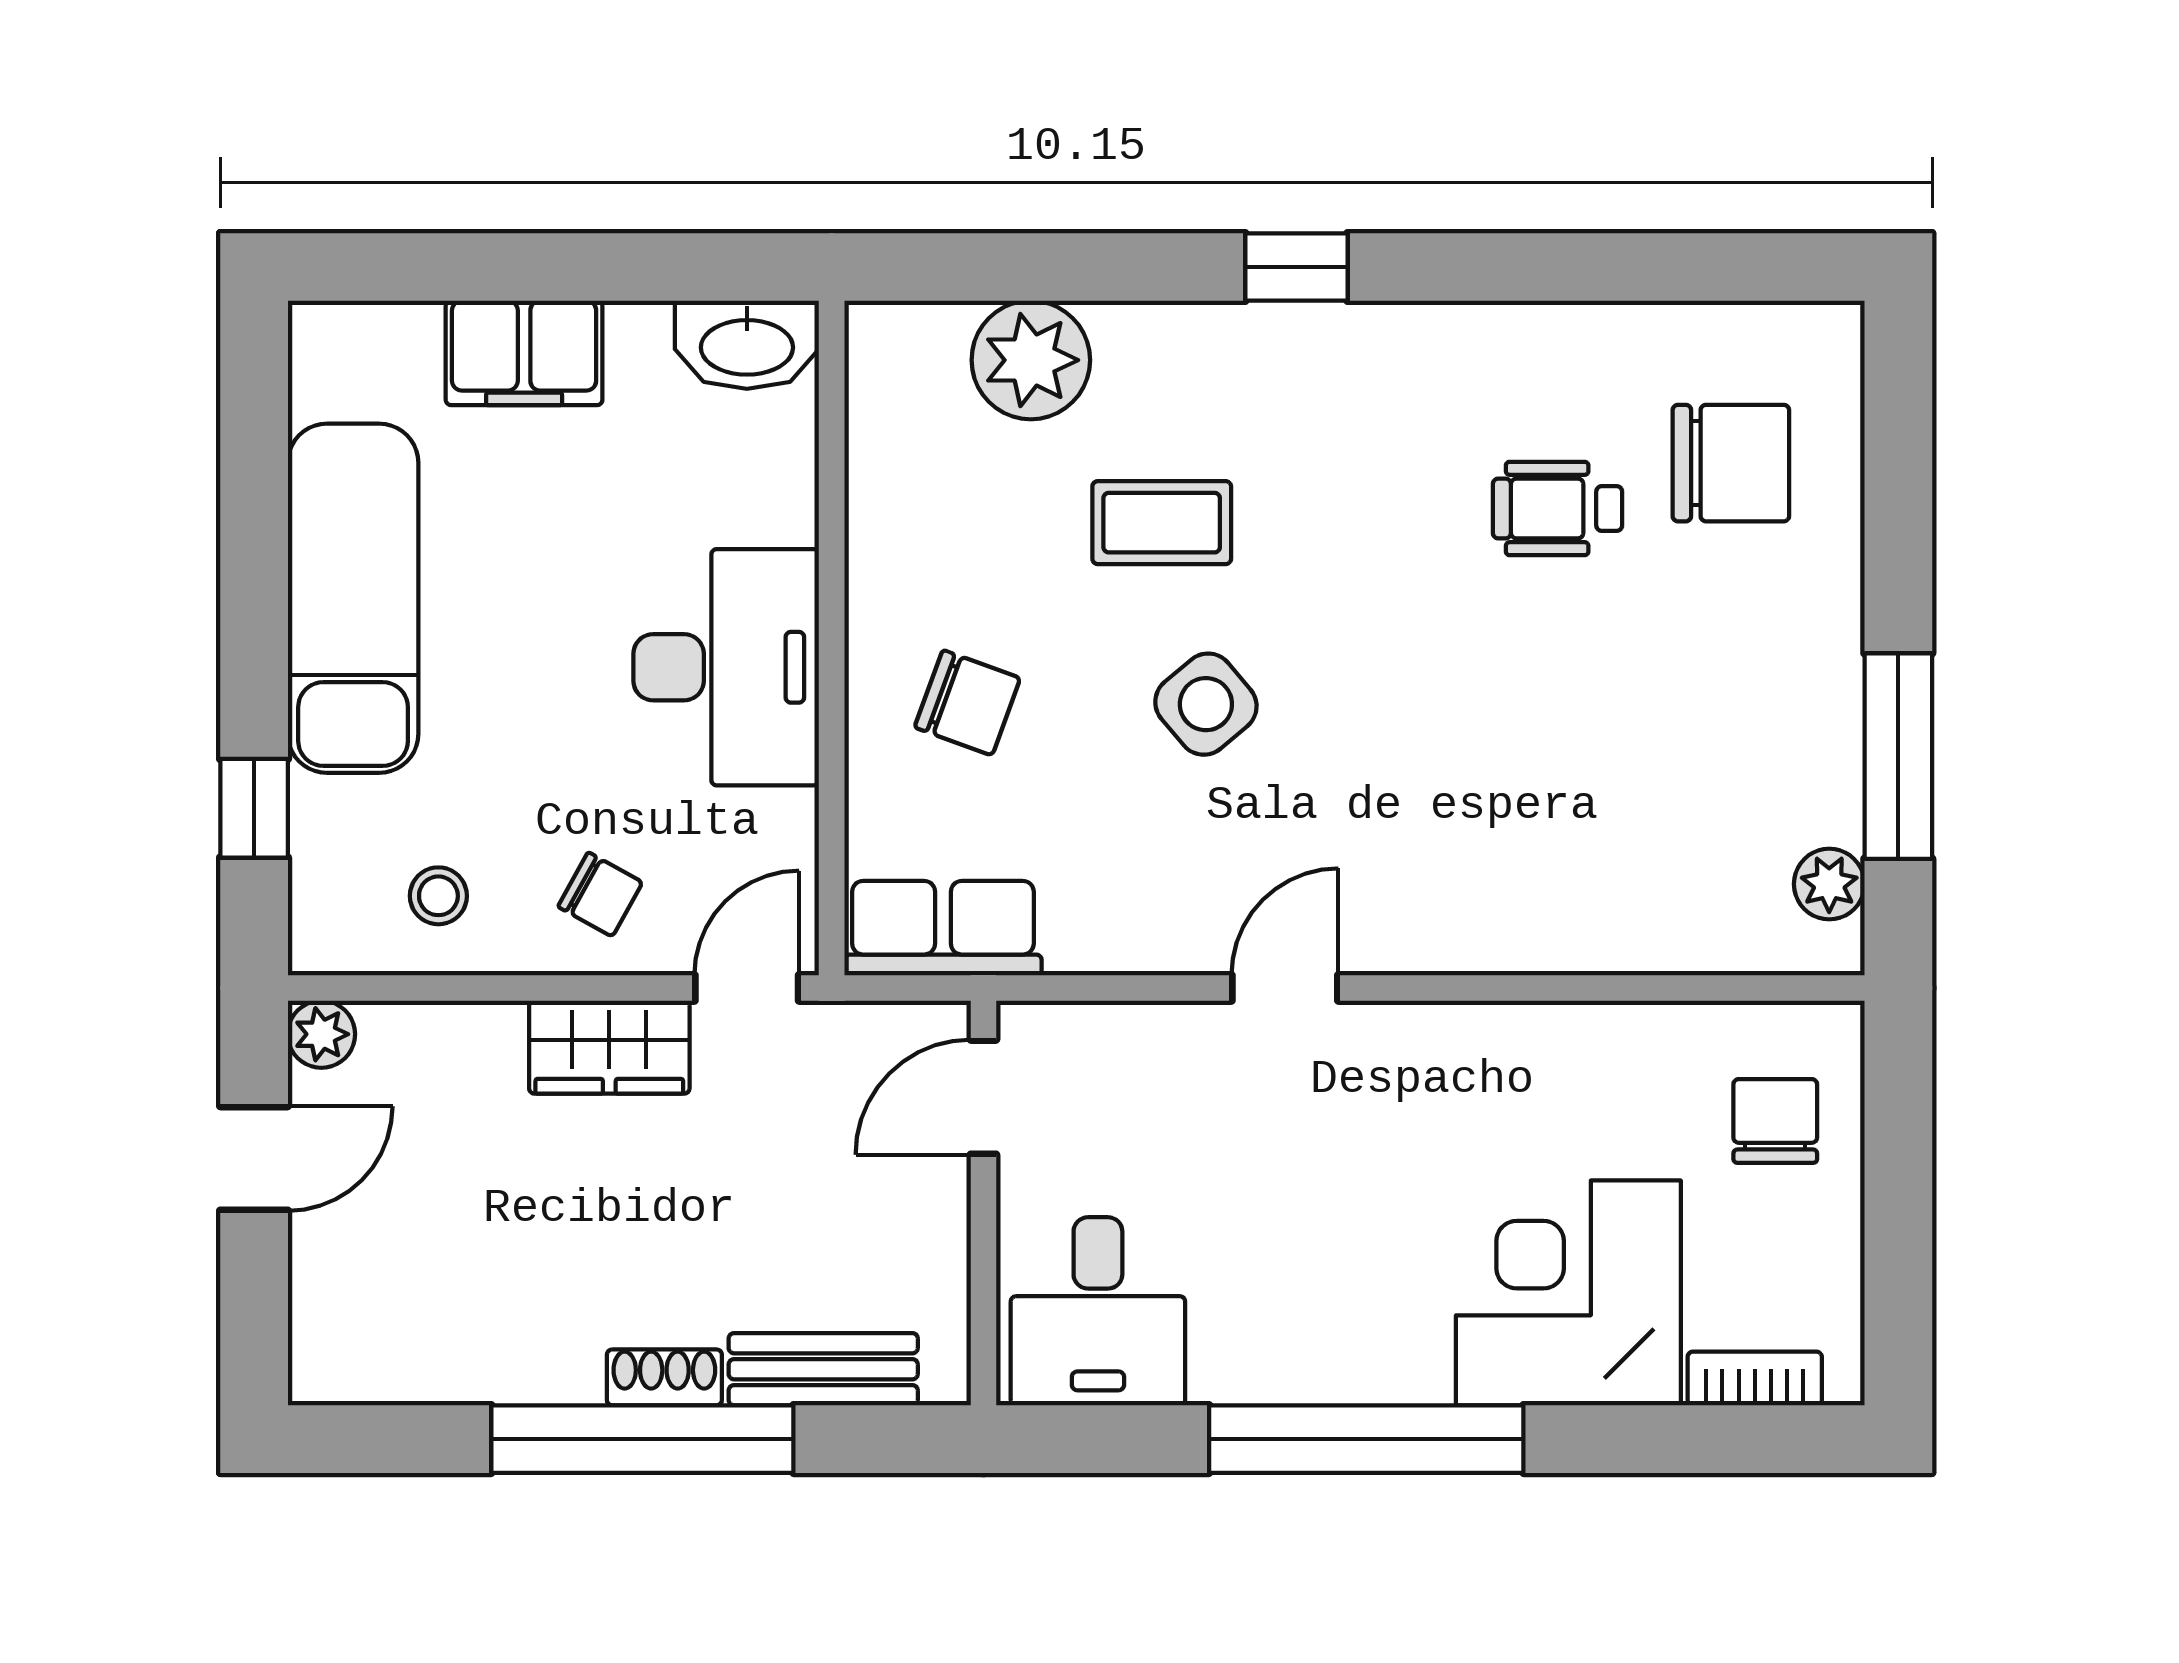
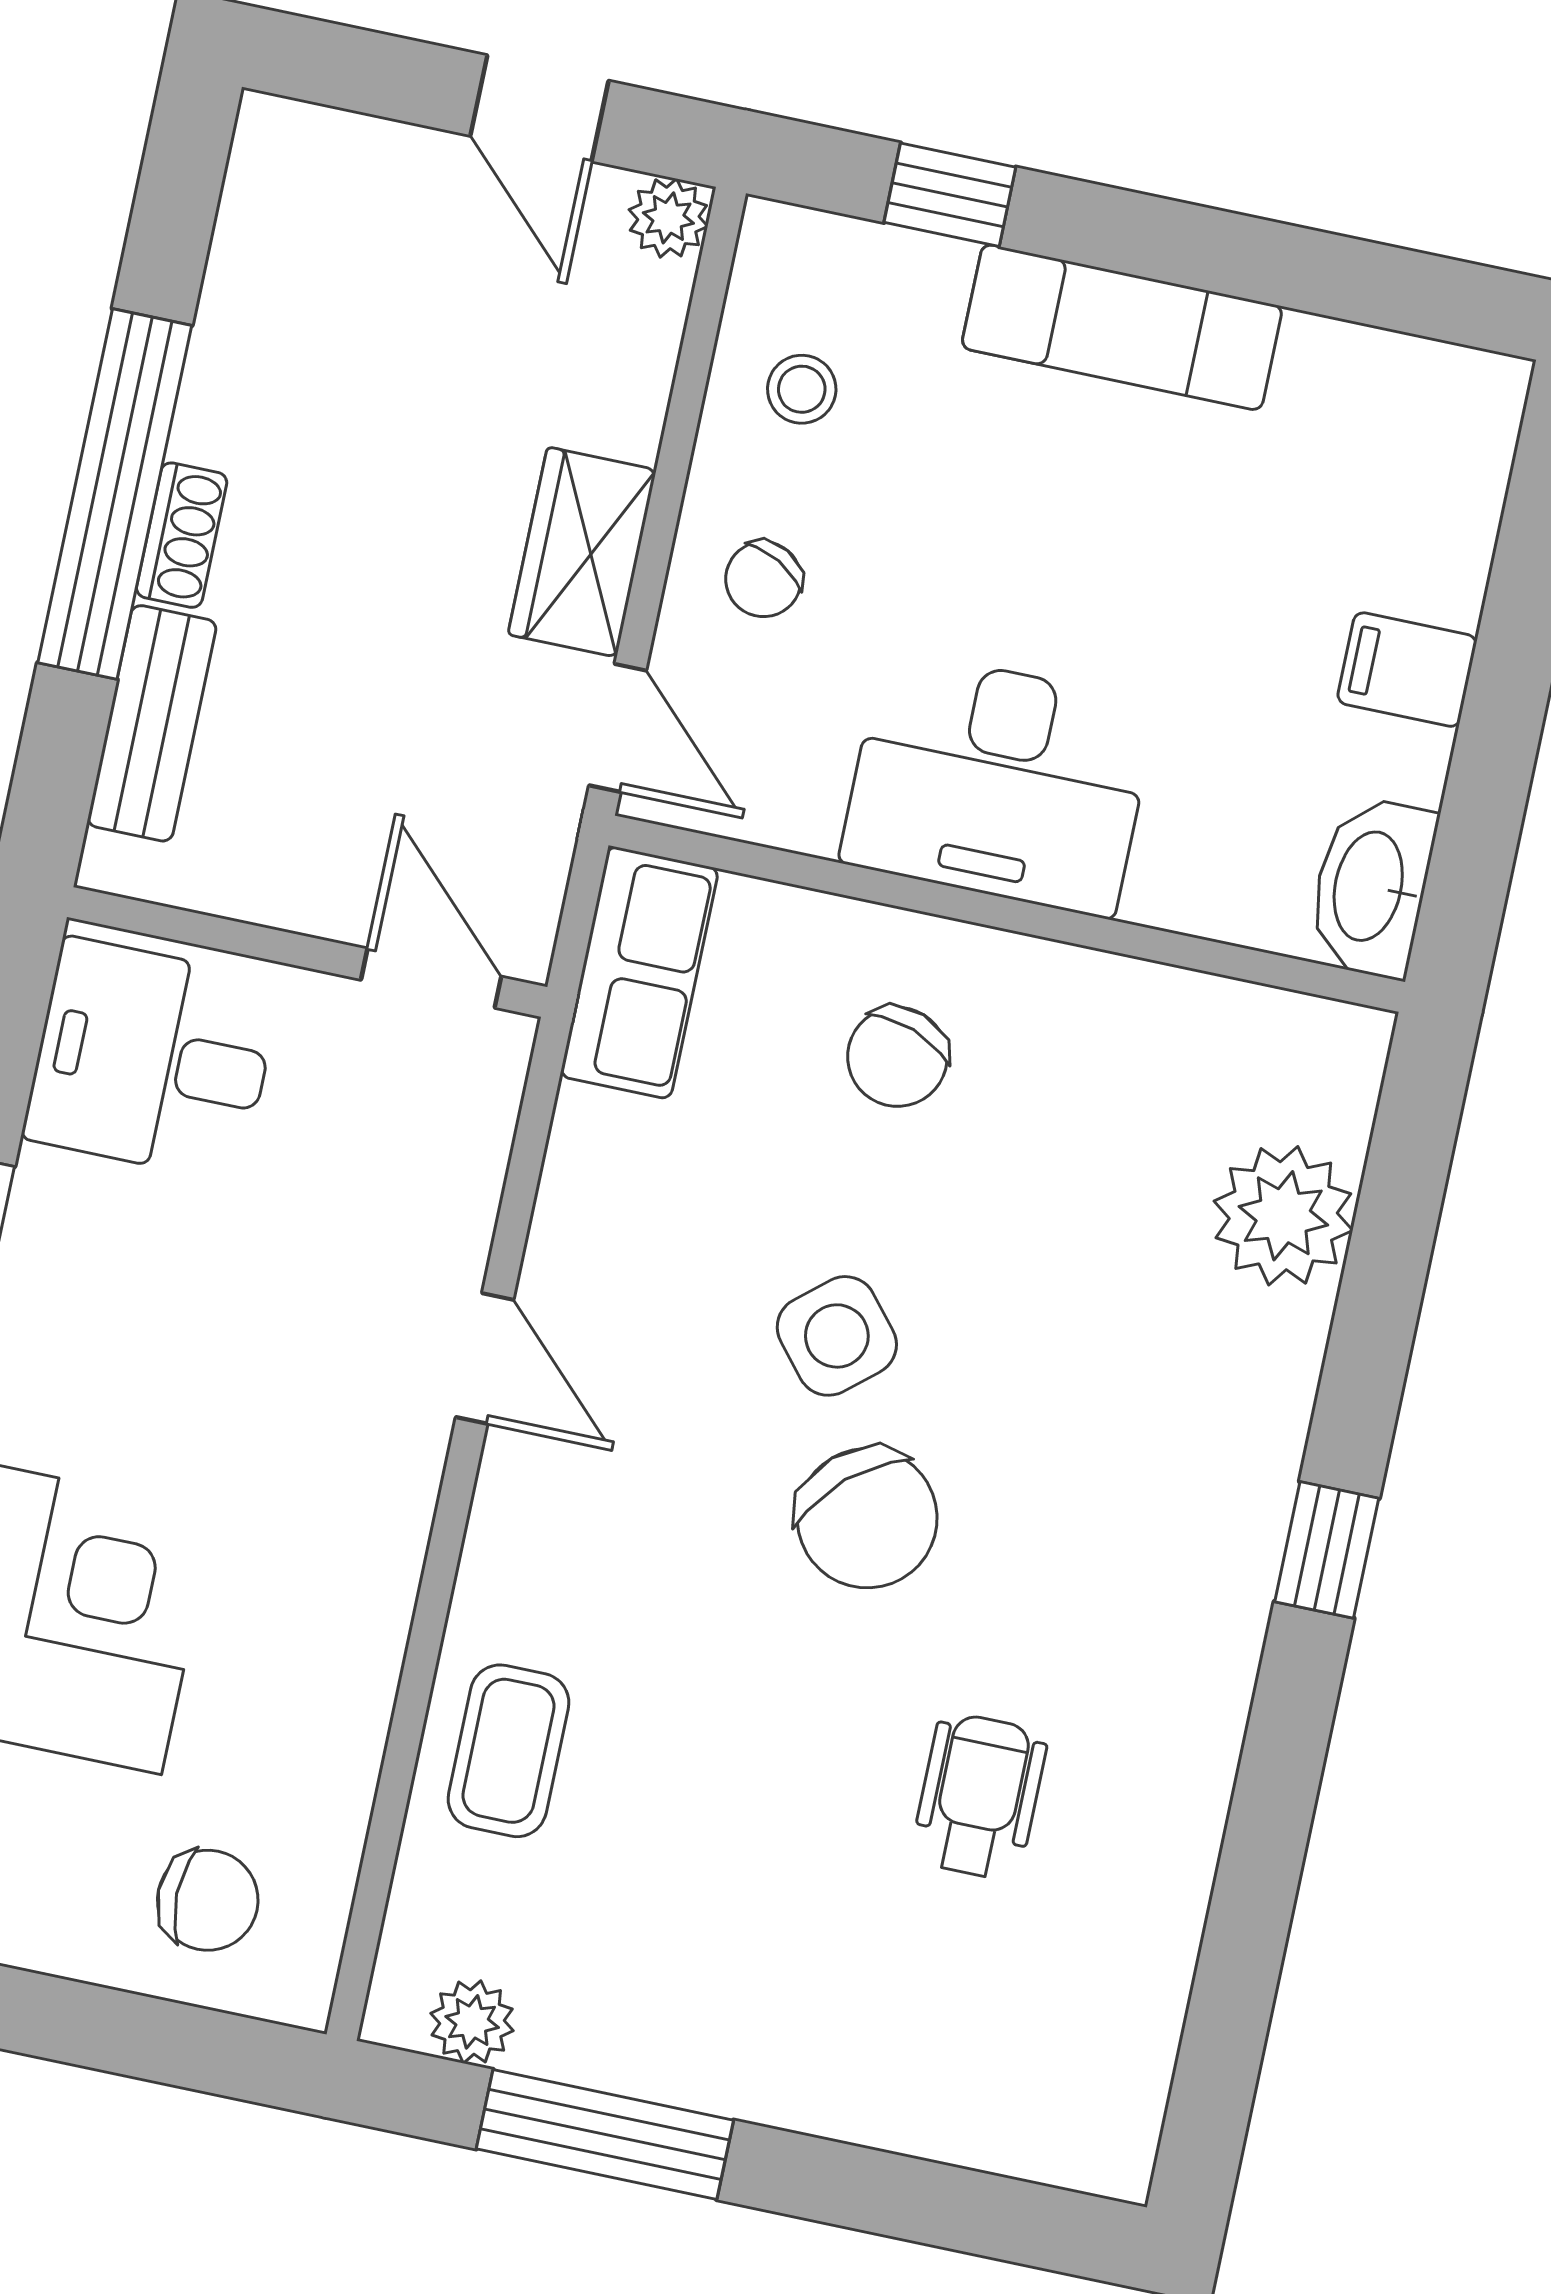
filing cabinet: (524, 353) -> (1407, 670), width x0.50
chair: (1731, 463) -> (867, 1518), moved, turned -42
coffee table: (1162, 523) -> (508, 1751), moved
exam couch: (353, 598) -> (1122, 327), width x0.73, depth x0.69

